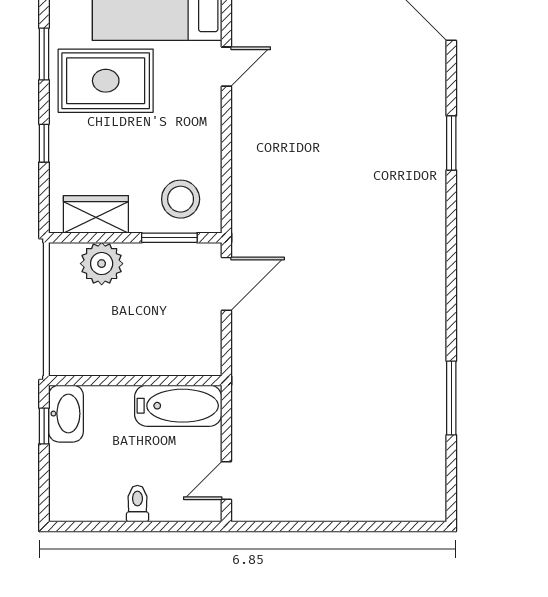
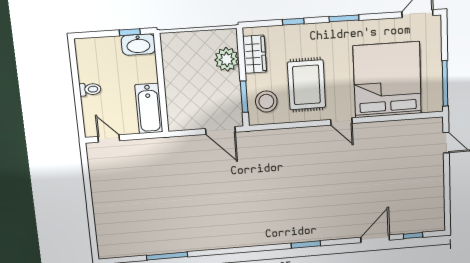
rug: (106, 81) -> (306, 85), moved

